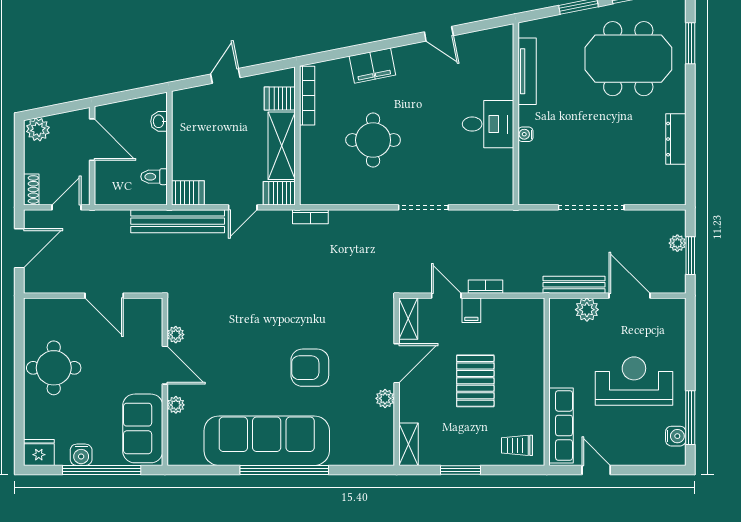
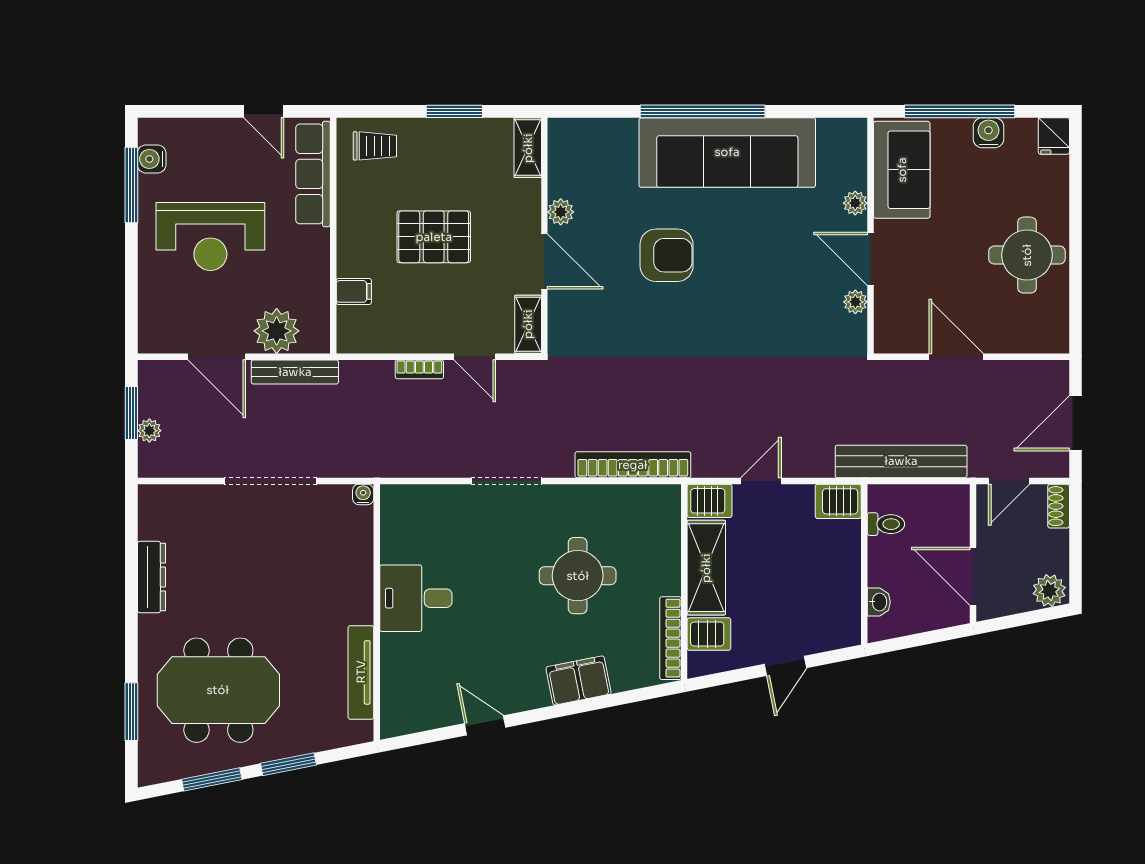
water cooler: (525, 134) -> (363, 494), moved, turned -90
bookcase: (310, 217) -> (633, 465), width x2.31, depth x1.31
bench: (178, 221) -> (901, 461), moved
filing cabinet: (471, 310) -> (354, 291), moved, turned 90
plant: (587, 310) -> (277, 331), width x1.36, depth x1.36
door: (397, 363) -> (544, 261), swing flipped
pallet: (475, 381) -> (434, 237), turned 90
fridge: (39, 453) -> (1054, 136), width x0.72

